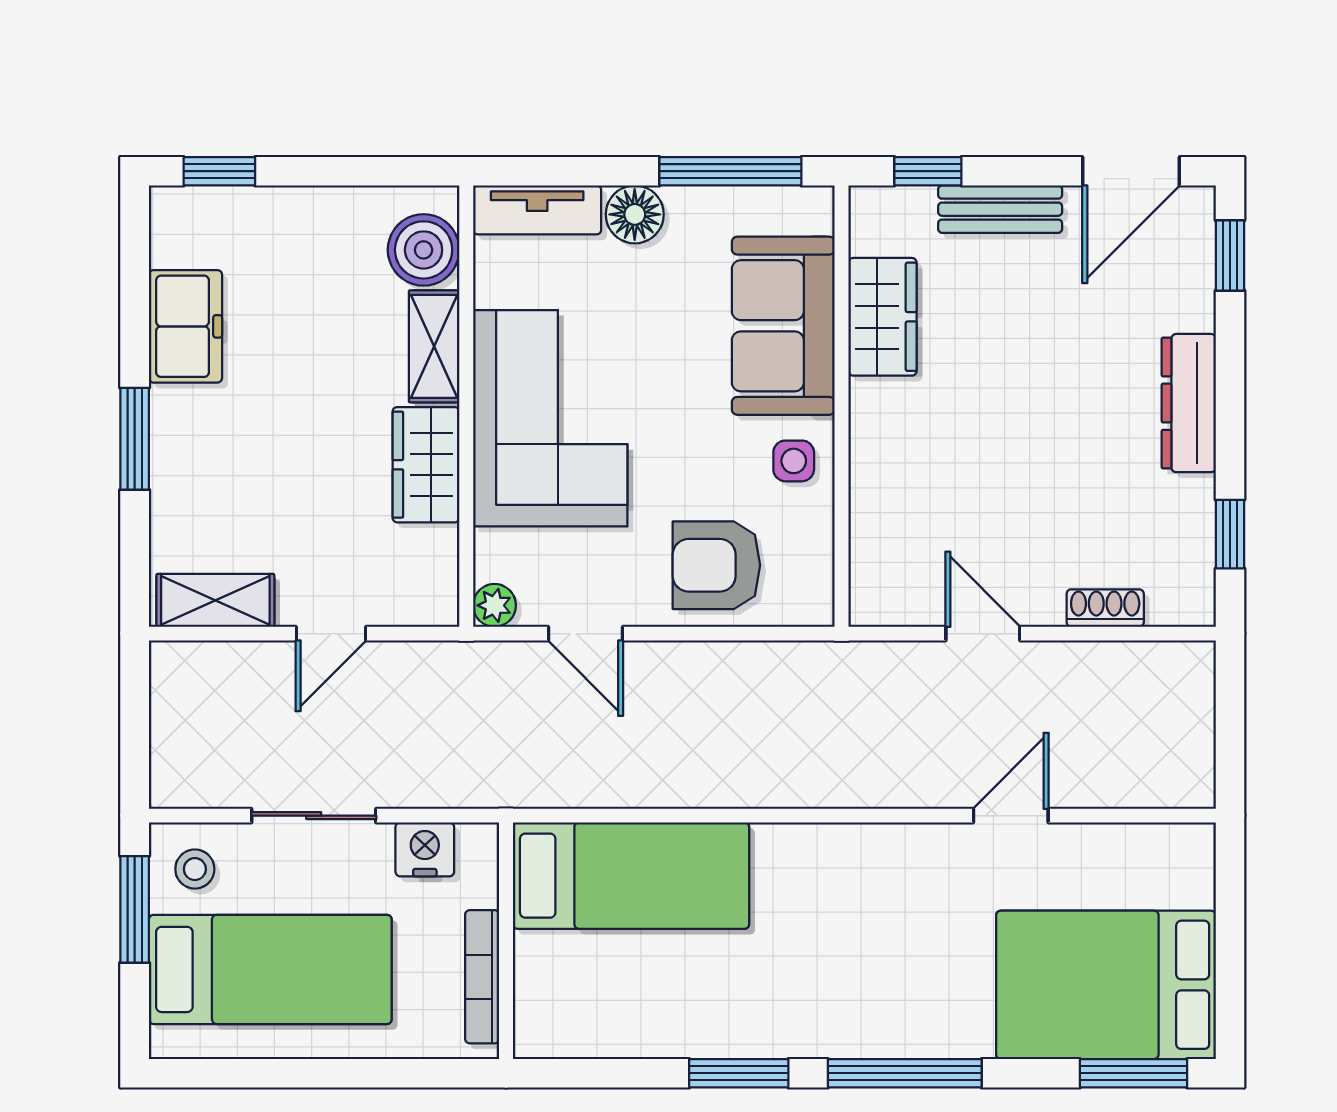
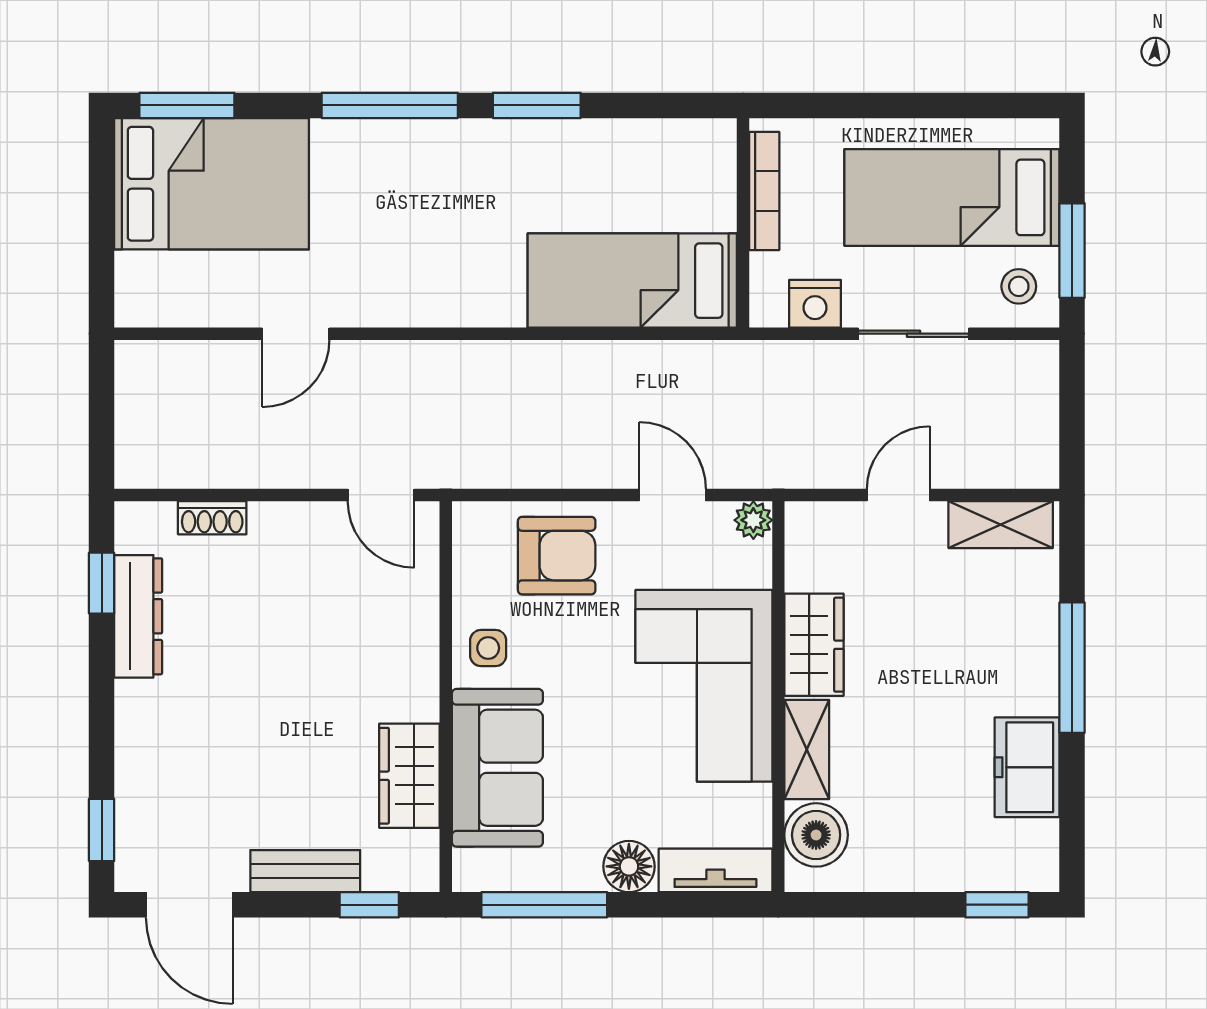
door: (1131, 171) -> (189, 905), swing flipped
dresser: (1189, 403) -> (138, 616), moved
window: (135, 439) -> (1072, 668), width x1.44
door: (983, 634) -> (381, 495), moved

